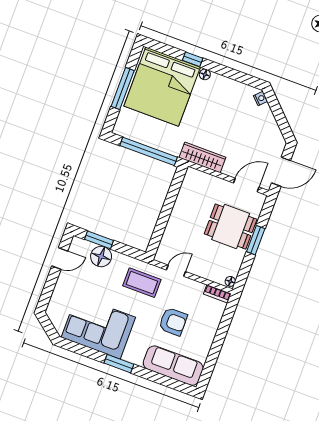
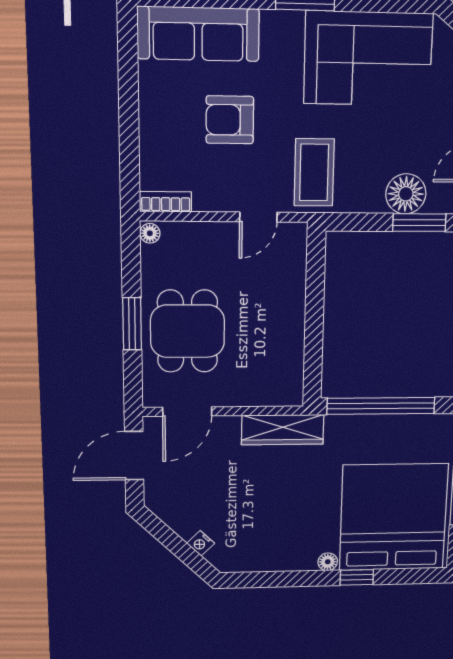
nightstand: (261, 98) -> (201, 543), moved
dining table: (231, 227) -> (188, 331), turned 90
coffee table: (142, 283) -> (314, 172), turned 90

